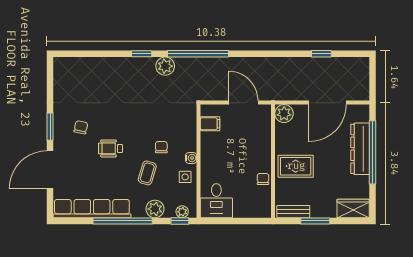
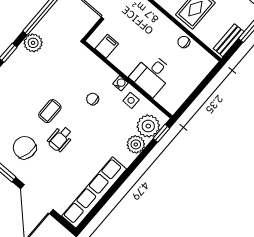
chair: (81, 127) -> (25, 148), width x1.87, depth x1.87
coffee table: (147, 173) -> (50, 111), moved, turned 73
desk: (216, 201) -> (152, 75), moved, turned 90
plant: (182, 212) -> (148, 126), width x1.87, depth x1.87
window: (123, 221) -> (124, 177), removed

